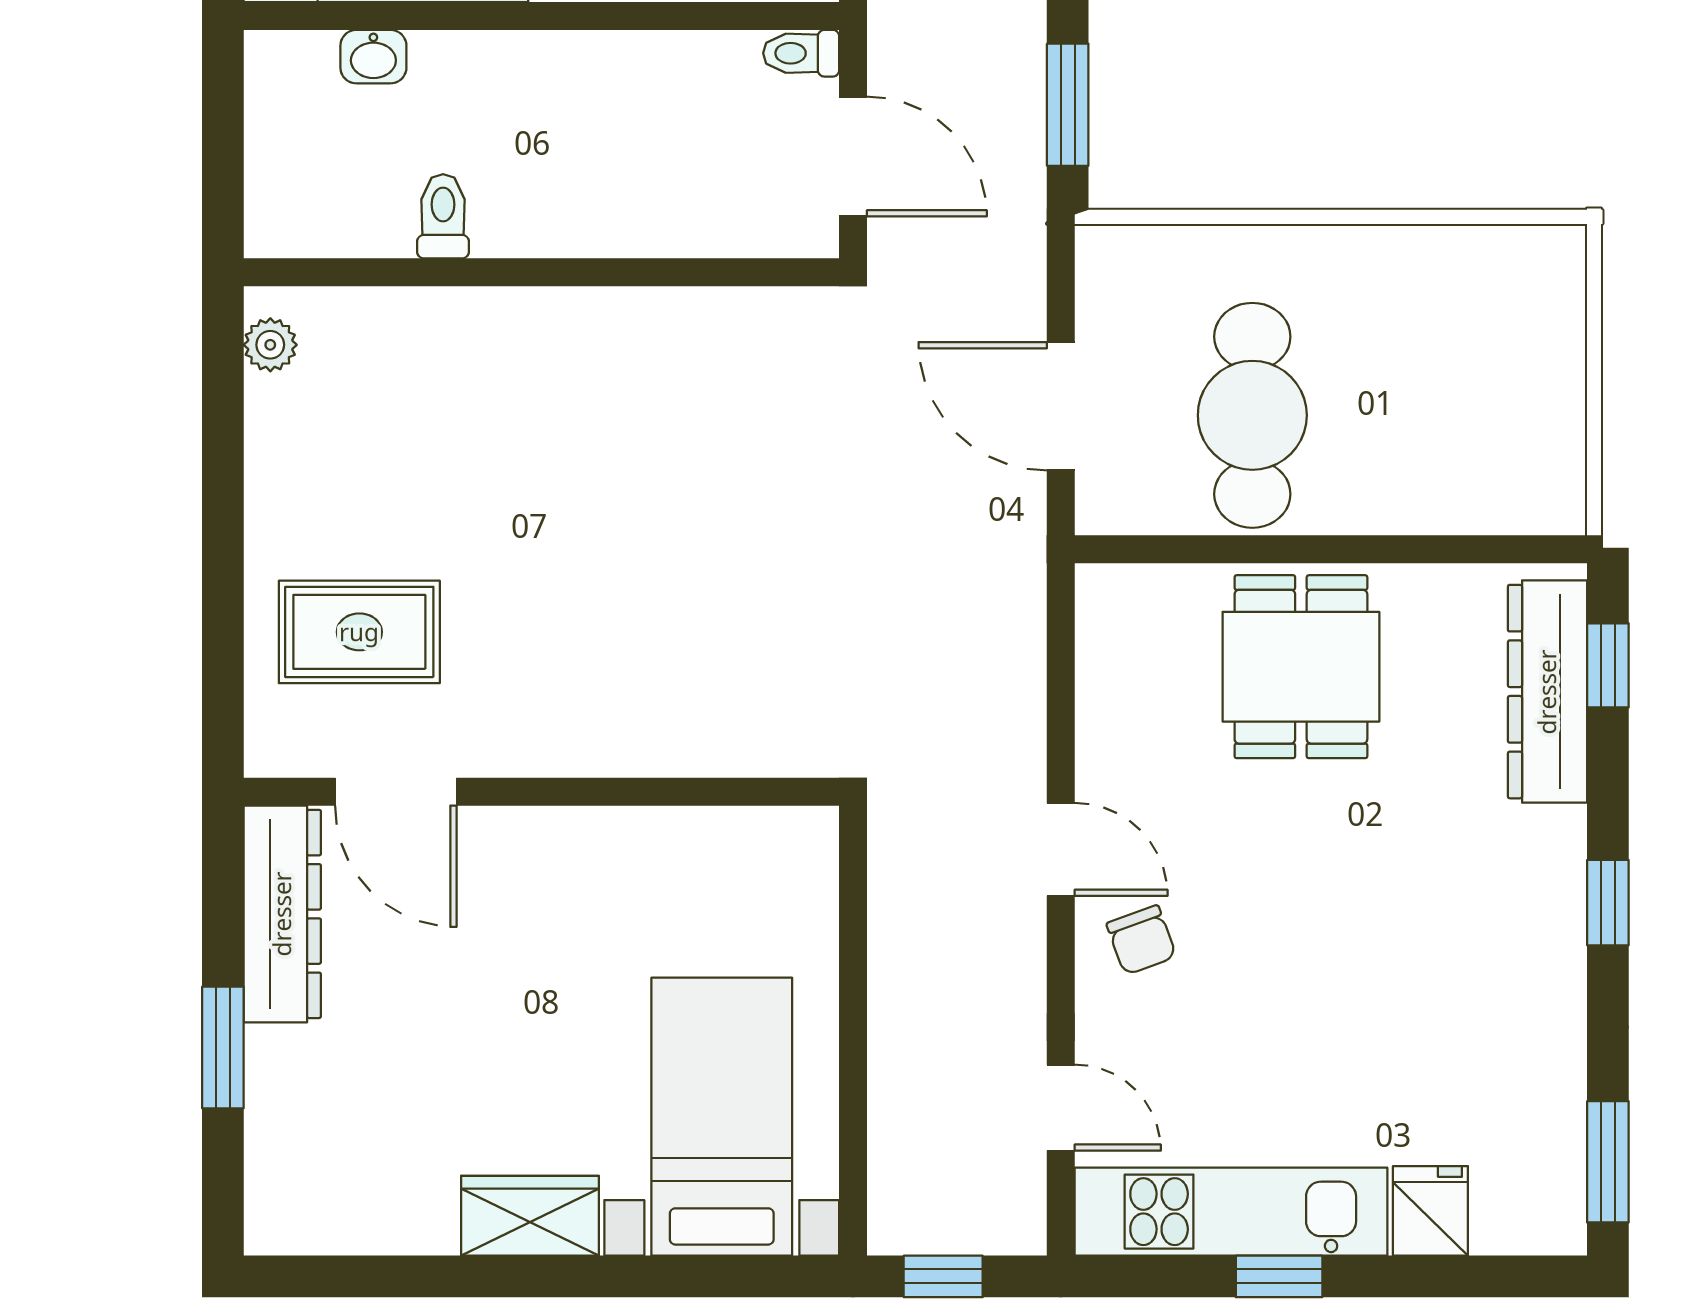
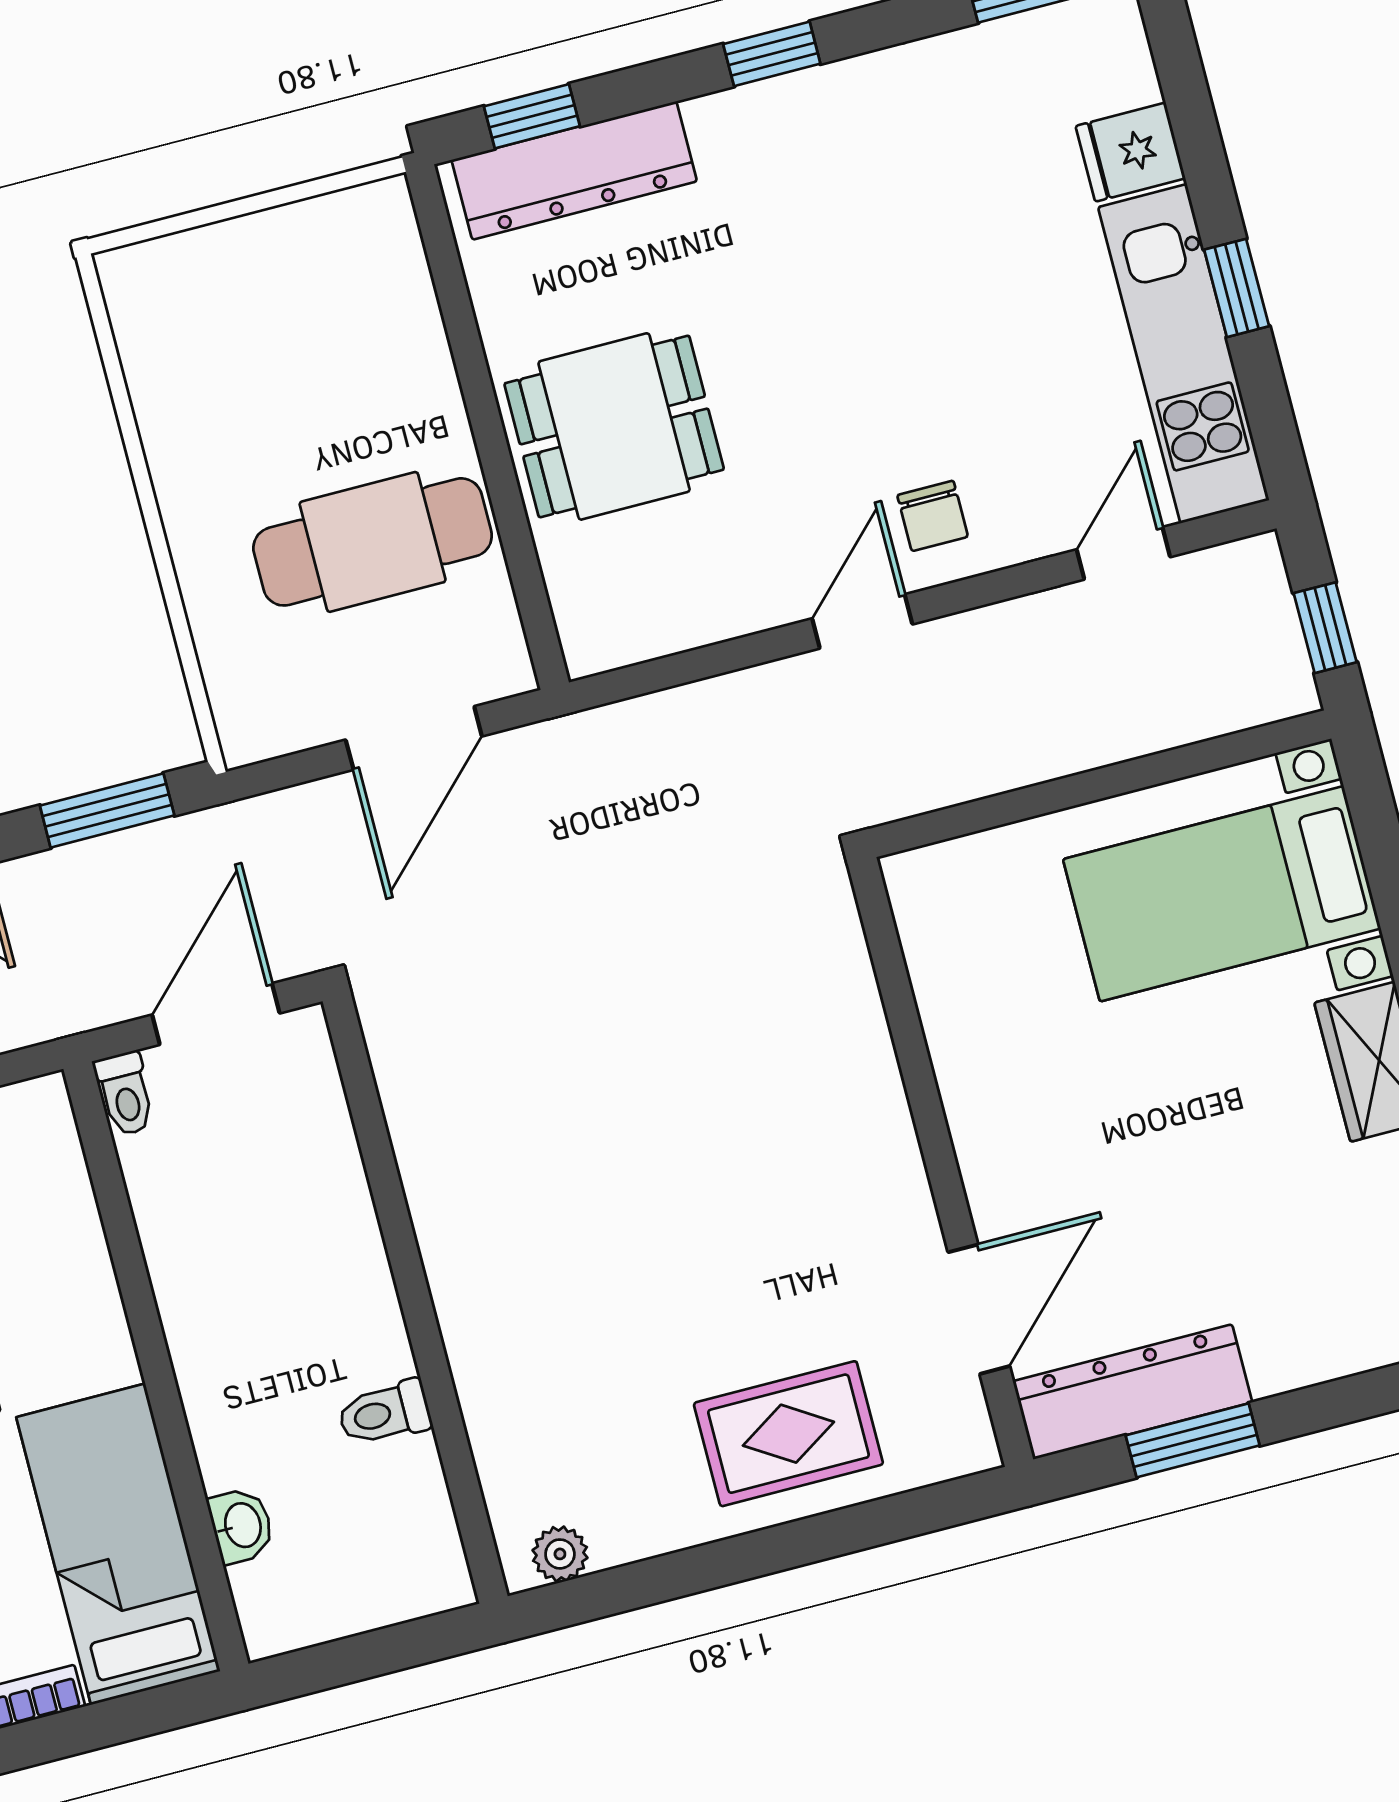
rug: (359, 632) -> (788, 1434), moved, turned 90
chair: (1141, 940) -> (933, 516), turned 110
window: (223, 1048) -> (1193, 1440), moved

